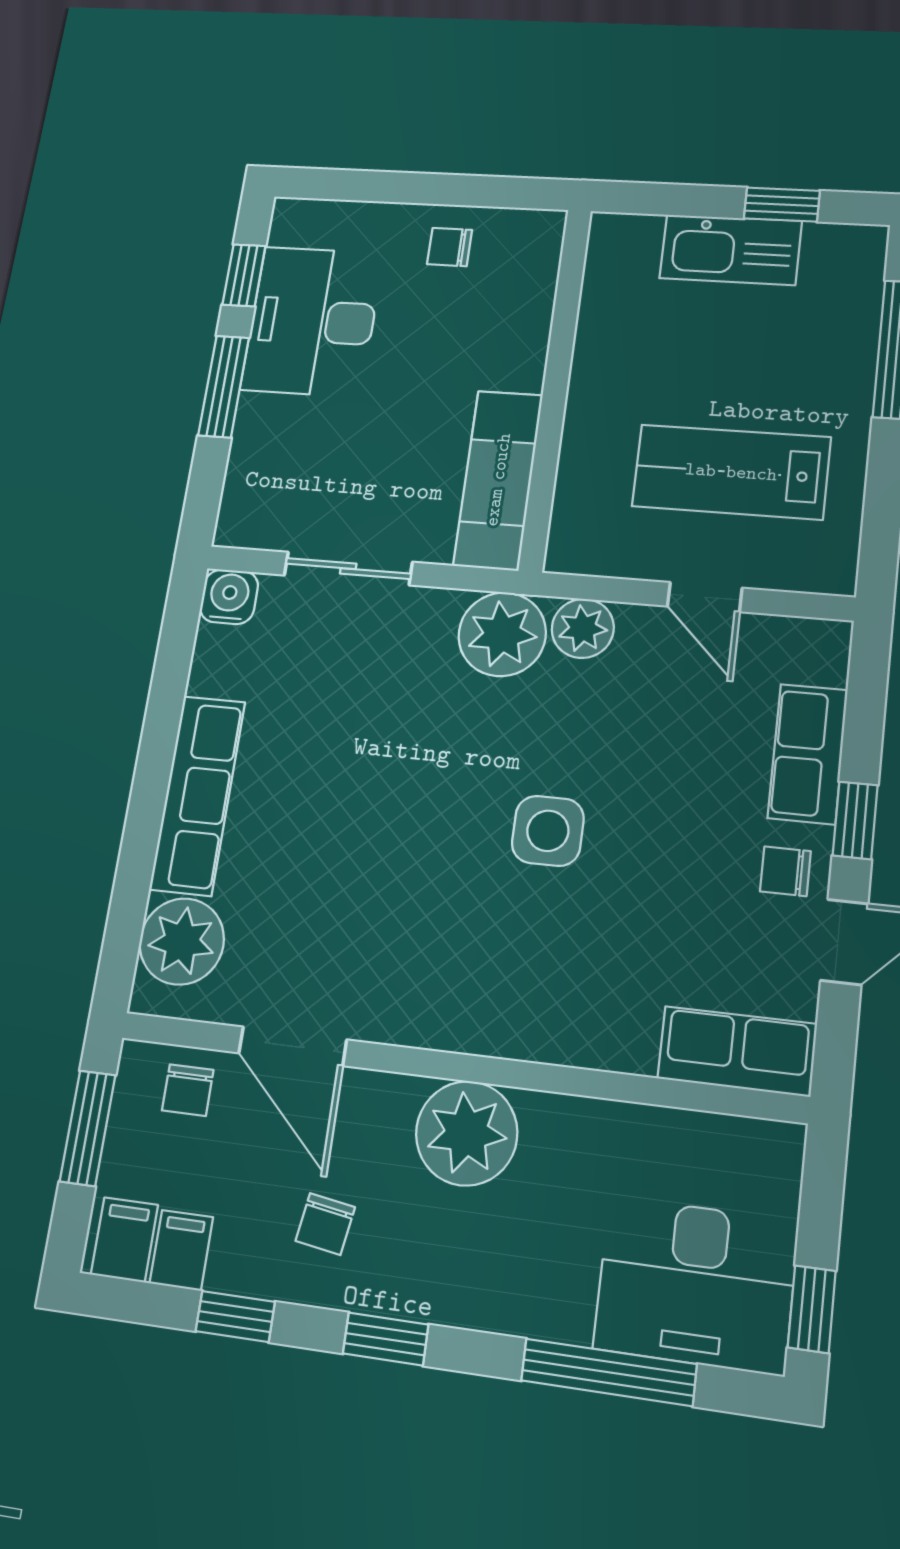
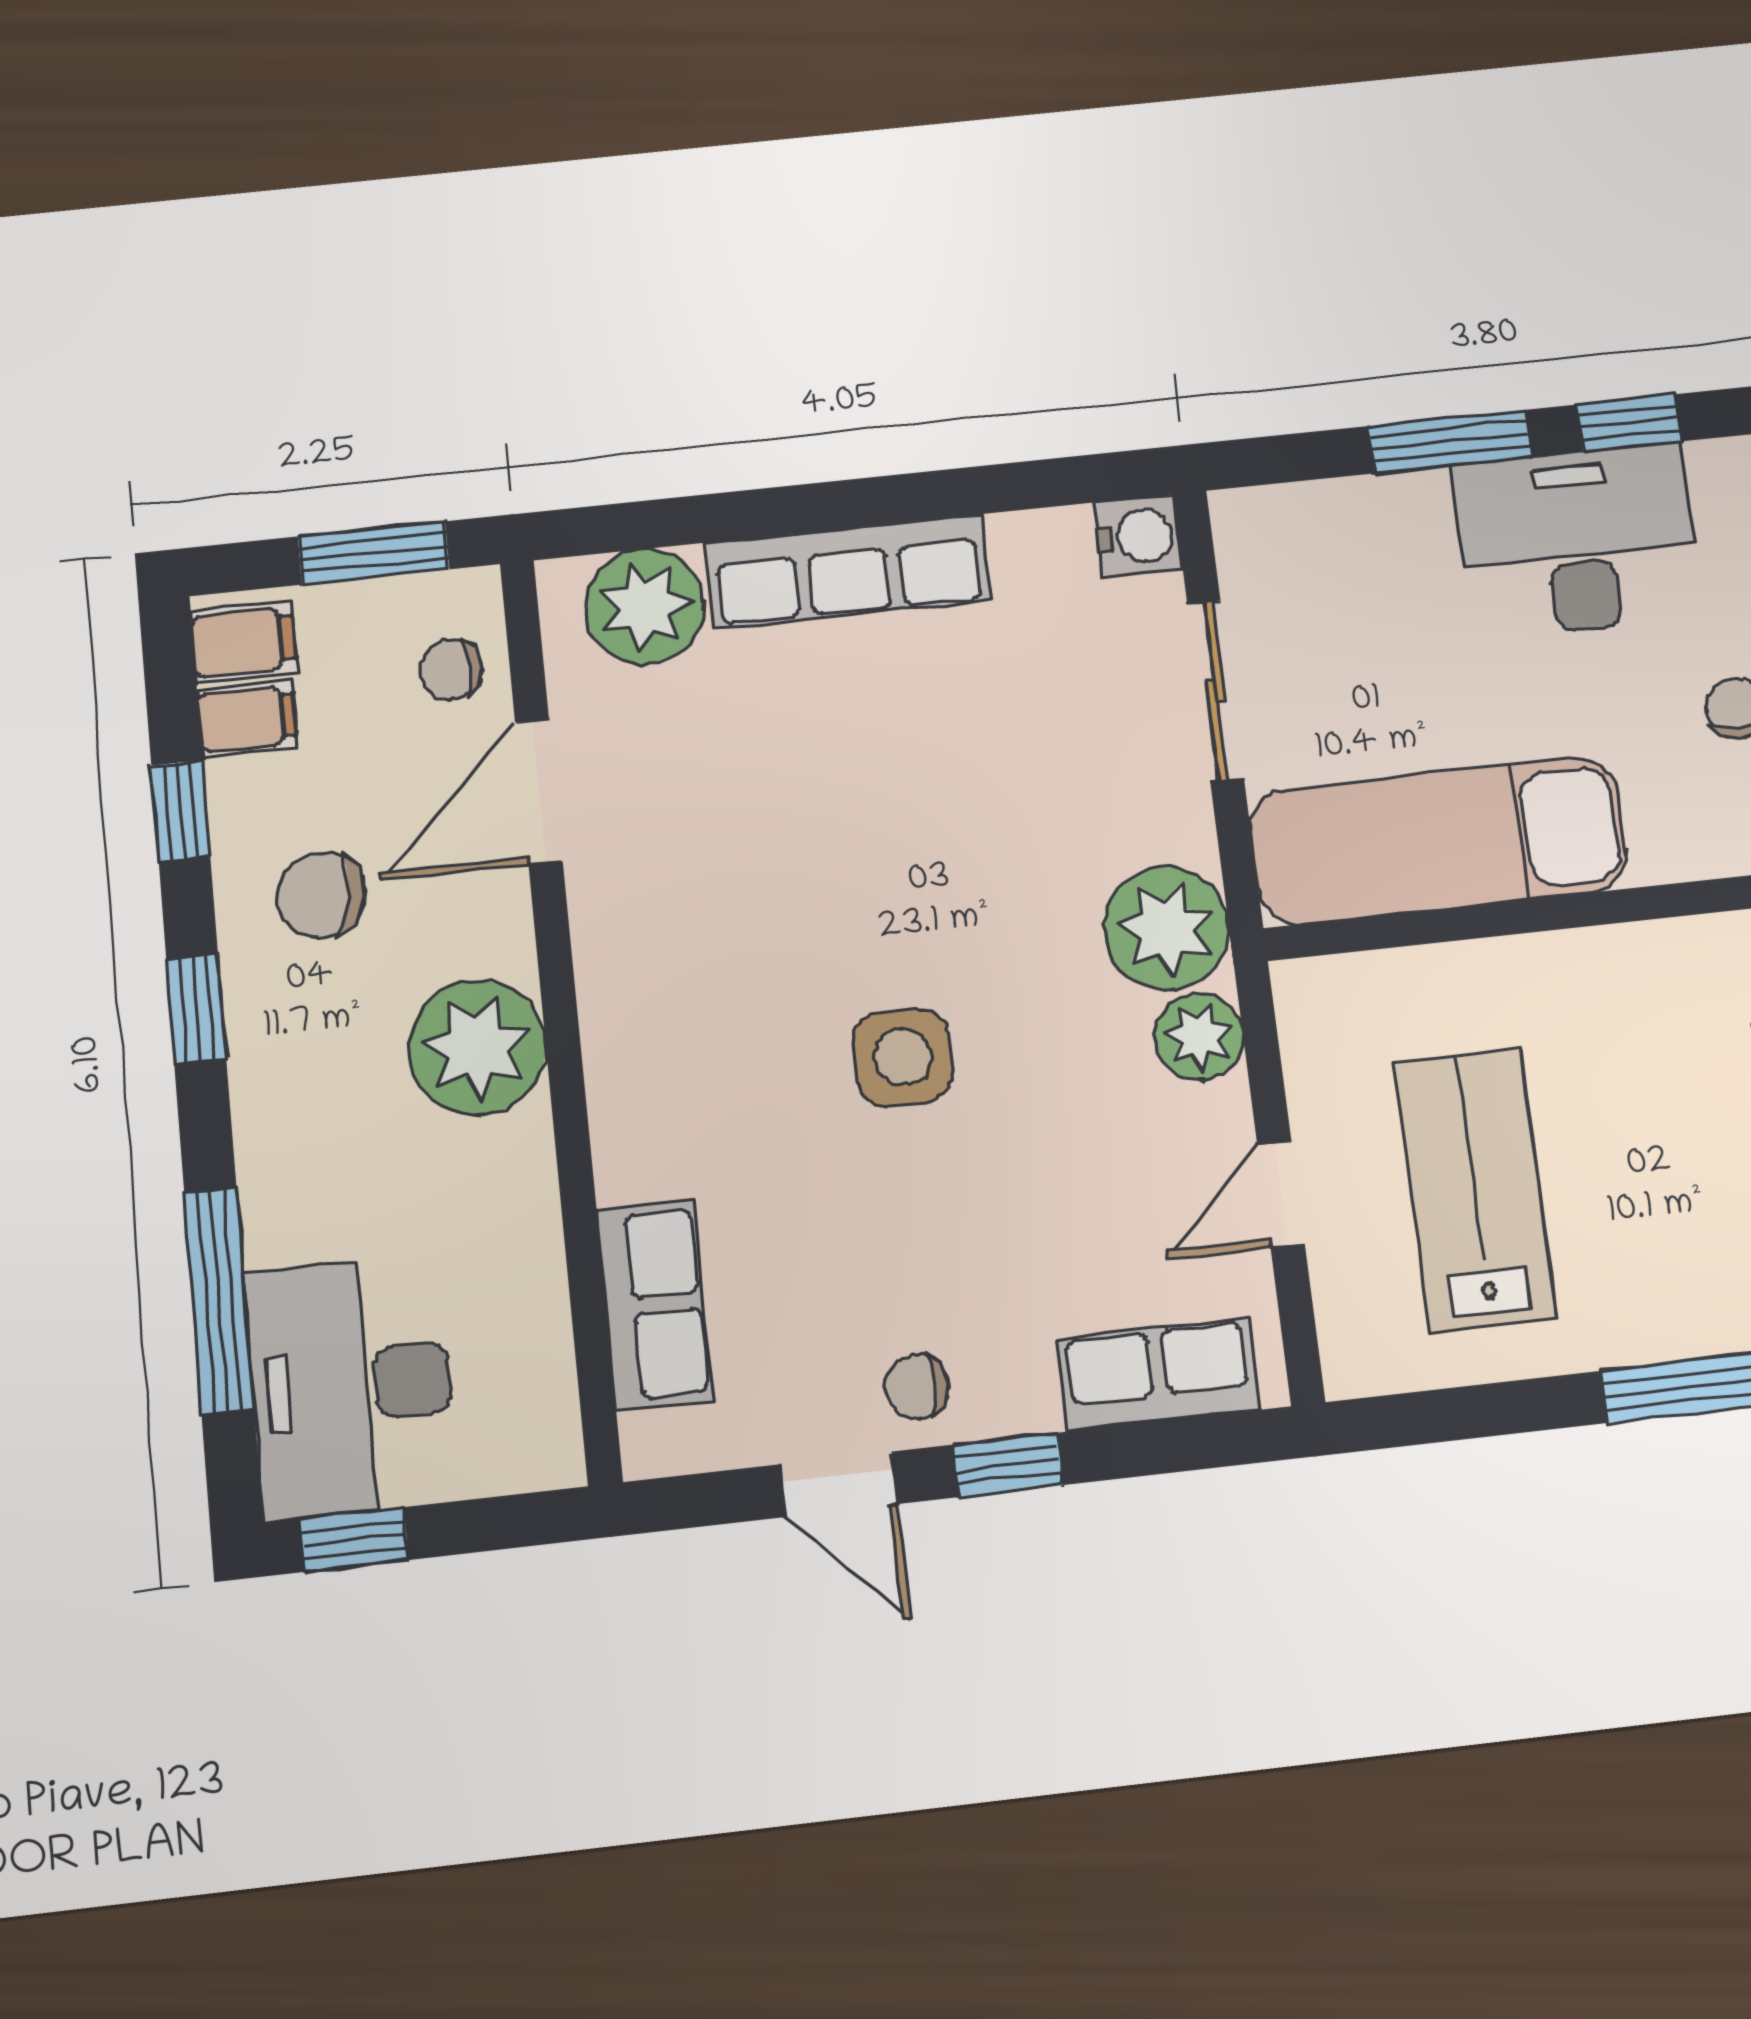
exam couch: (498, 480) -> (1438, 841), width x1.36, depth x1.45
row of seats: (808, 754) -> (1159, 1374), moved
chair: (785, 871) -> (917, 1387), turned -90
row of seats: (737, 1051) -> (655, 1305), moved
chair: (325, 1224) -> (321, 895), width x1.37, depth x1.37

